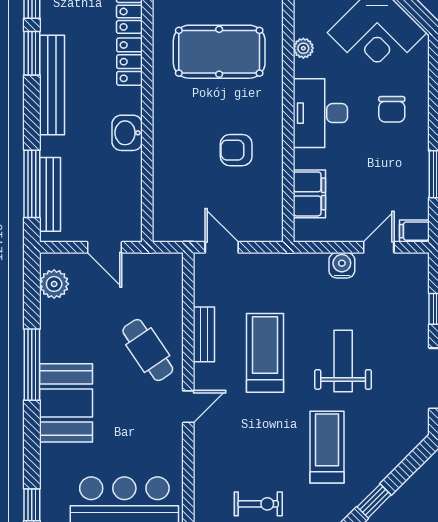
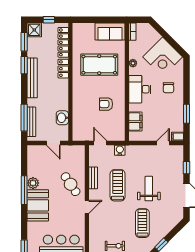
washbasin: (127, 133) -> (62, 118), moved
water cooler: (342, 265) -> (120, 150), moved
plant: (54, 284) -> (33, 183), moved

